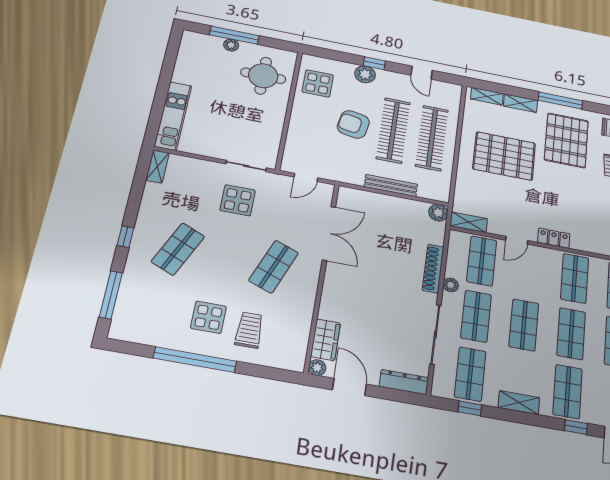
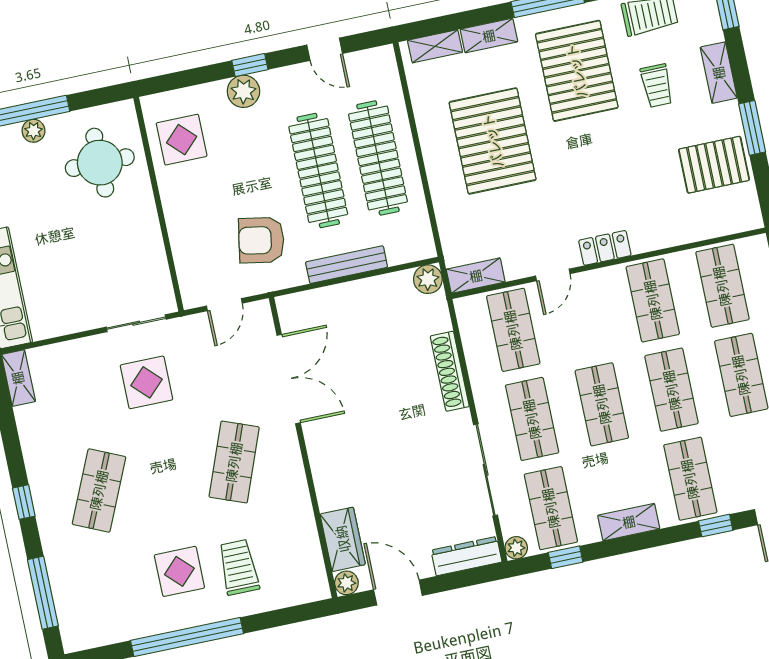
armchair: (353, 124) -> (261, 240), moved
pallet: (504, 156) -> (493, 141), turned 90
plant: (451, 285) -> (516, 548), moved

